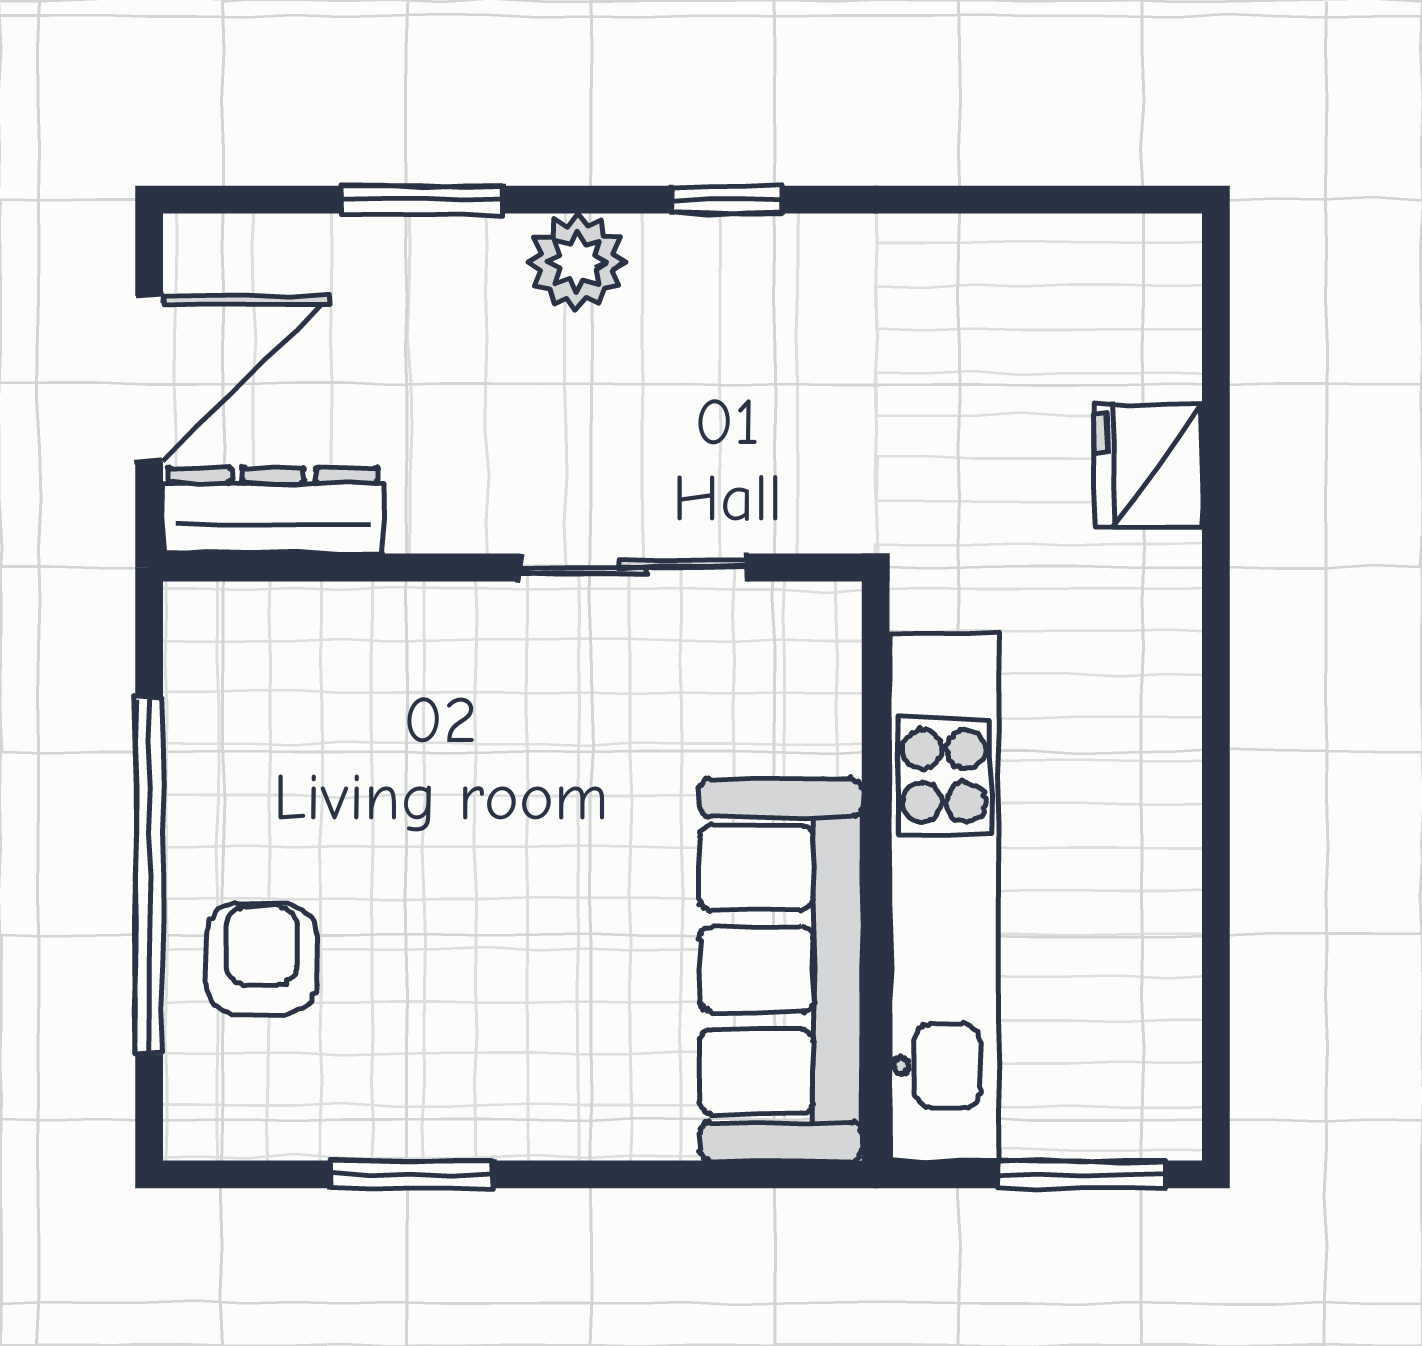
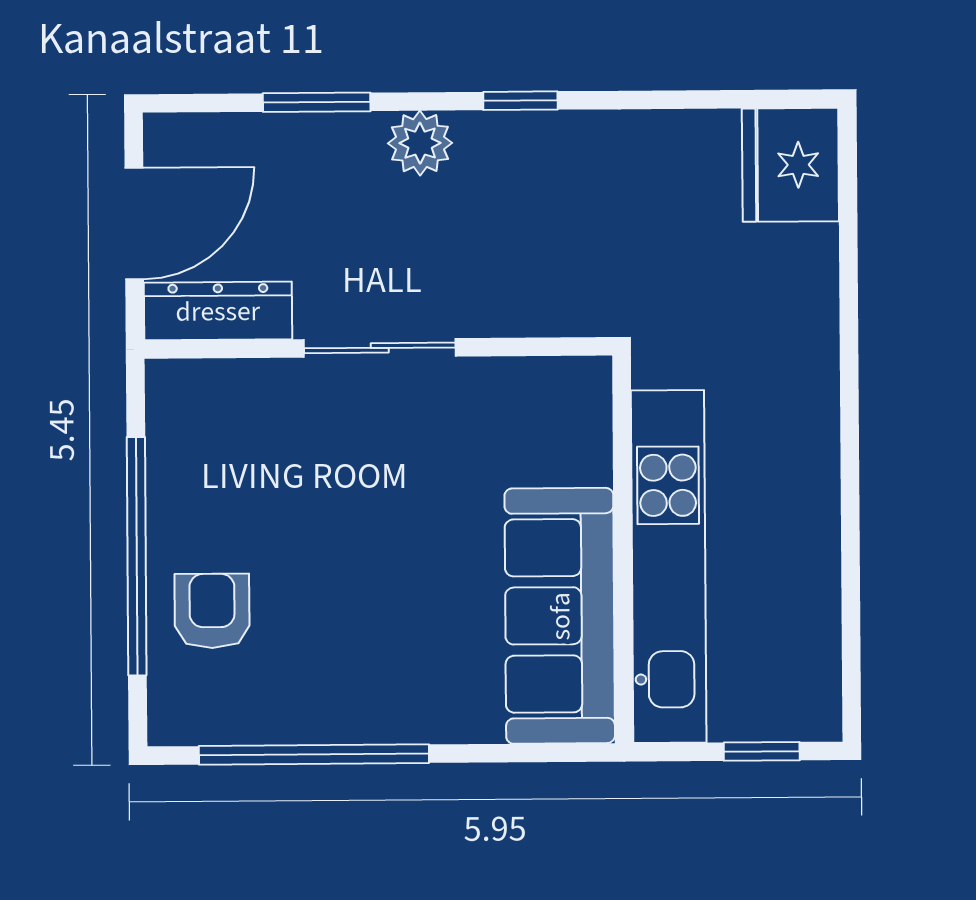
fridge: (1148, 465) -> (790, 165), moved, width x1.36, depth x1.34
sliding door: (634, 568) -> (380, 348), moved
window: (412, 1174) -> (314, 755), width x2.11
window: (1081, 1174) -> (762, 751), width x0.67

